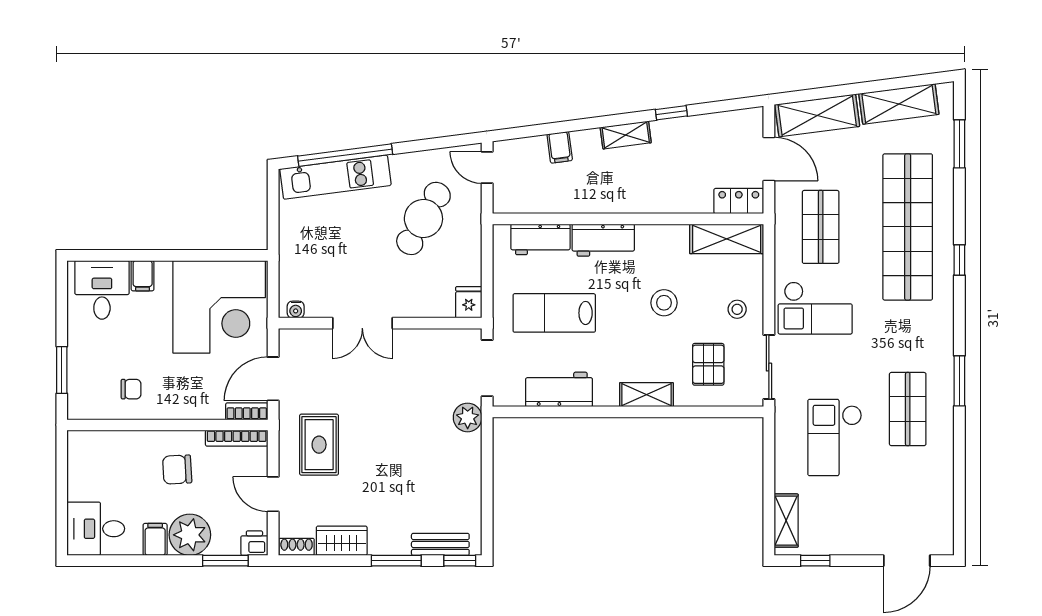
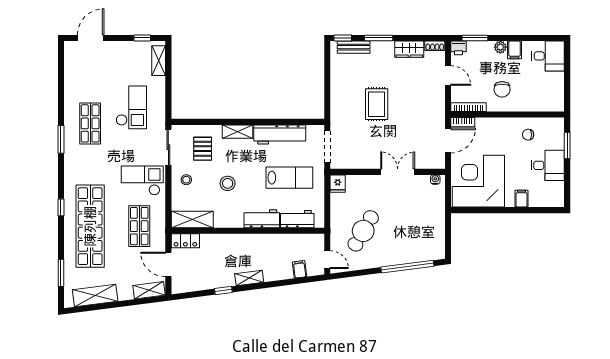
shelving: (817, 115) -> (149, 290), width x0.67, depth x0.75
filing cabinet: (560, 147) -> (300, 269), moved
kitchen unit: (335, 177) -> (413, 254), removed
desk: (102, 290) -> (548, 165), moved, turned -90
workbench: (559, 389) -> (280, 134), width x1.37
plant: (468, 417) -> (338, 119), removed
rug: (319, 445) -> (377, 104), moved
chair: (177, 470) -> (502, 89), turned 93
plant: (190, 535) -> (500, 47), width x0.53, depth x0.53

